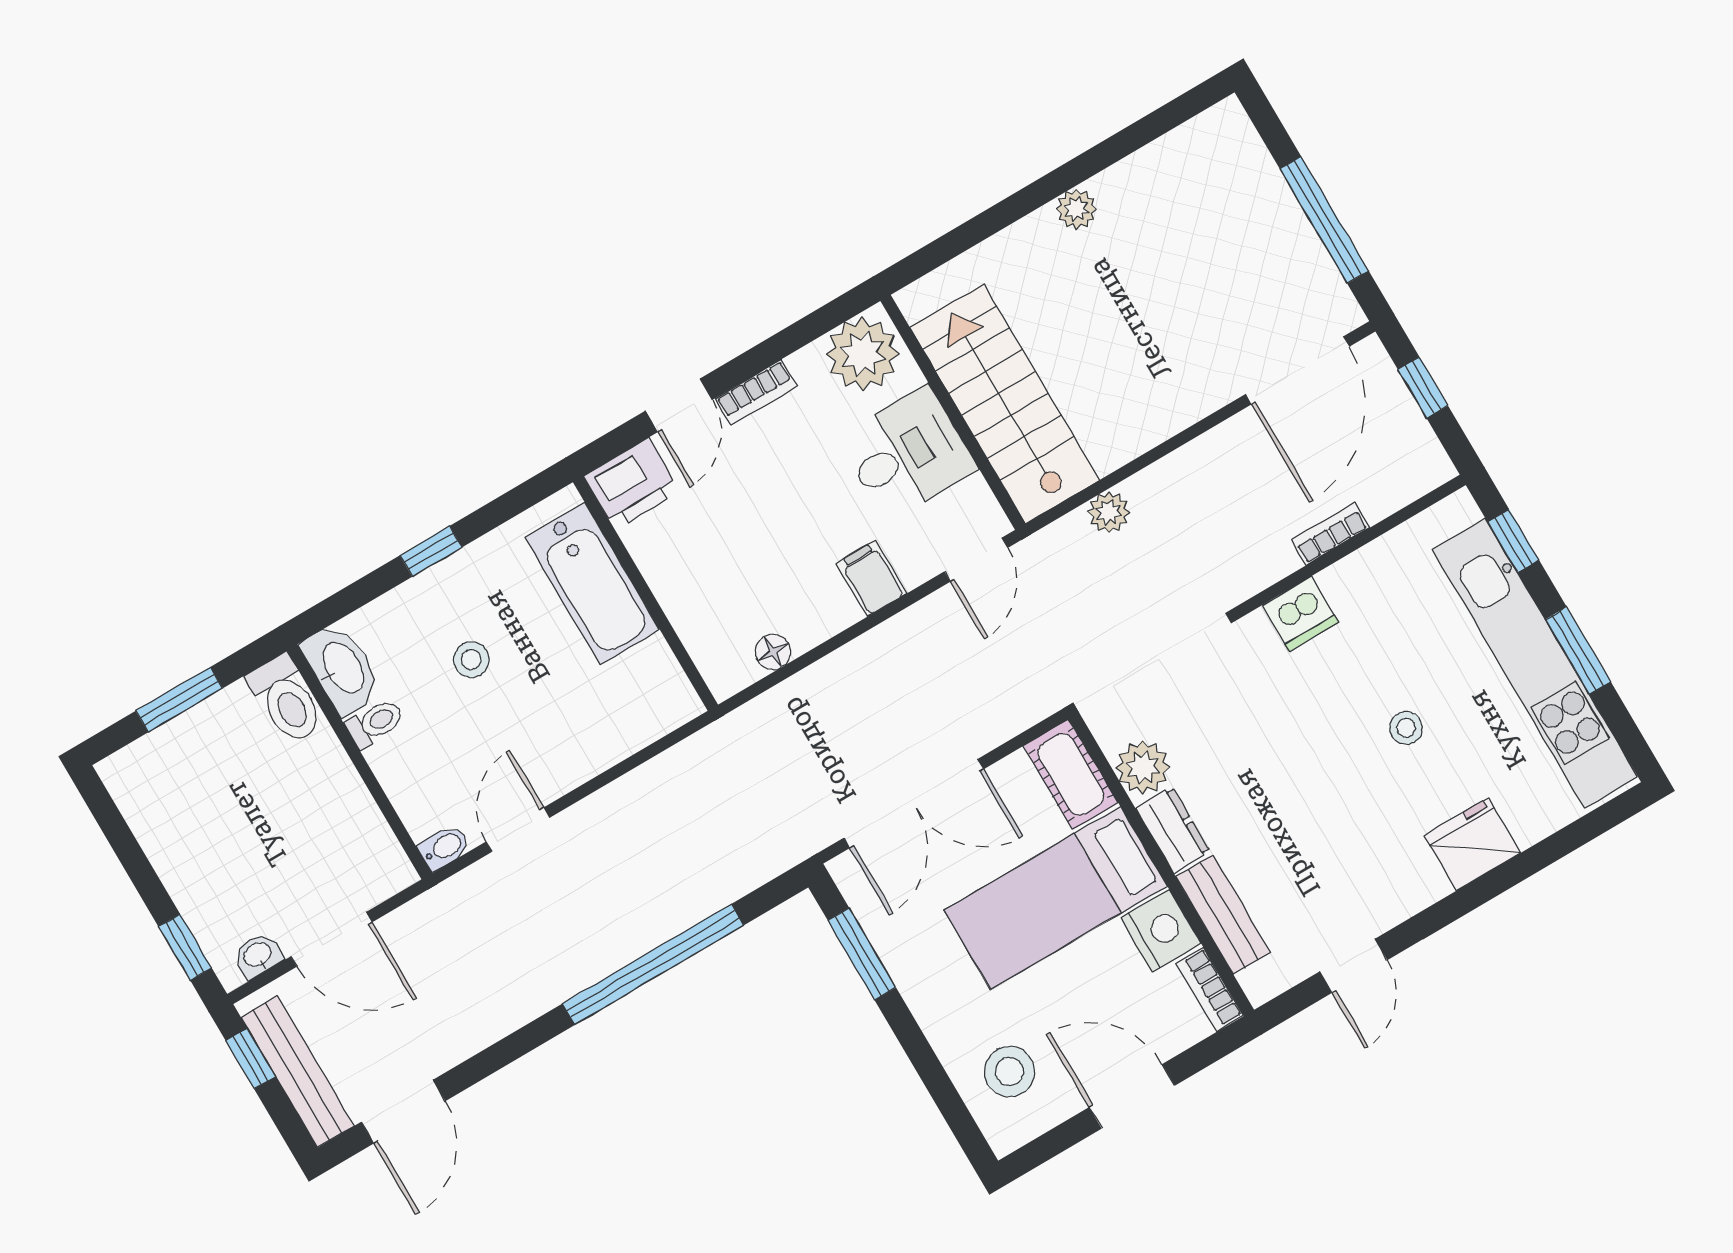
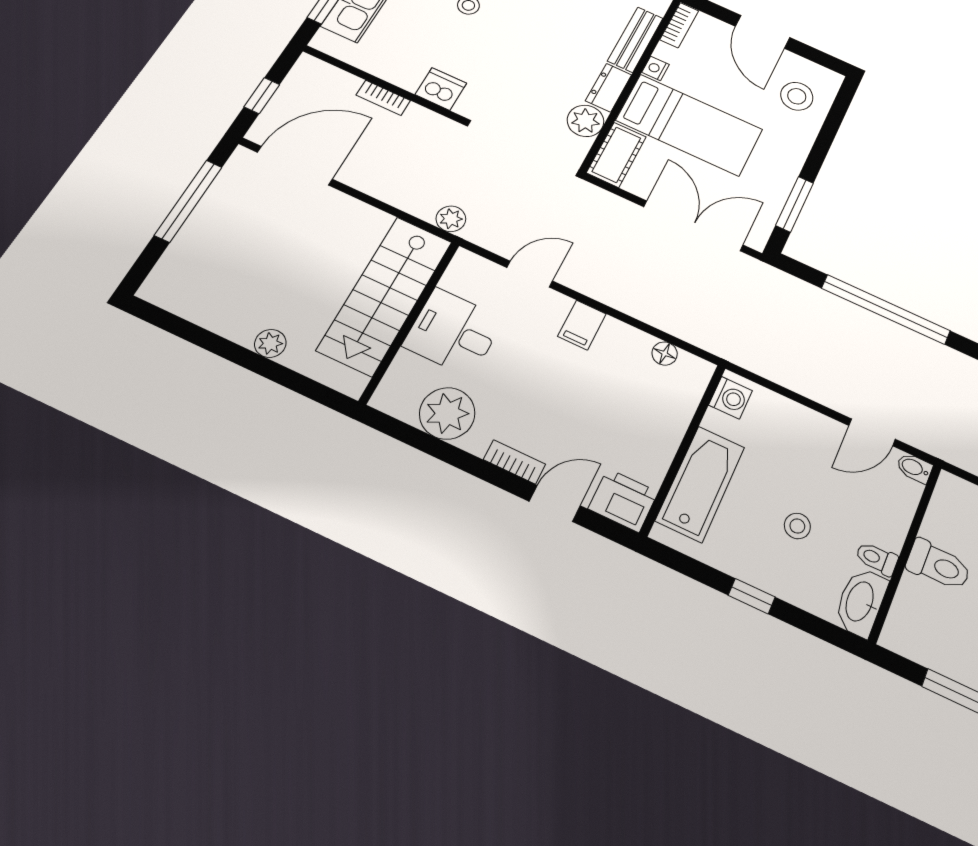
stairs: (1005, 404) -> (385, 295), moved
wall: (953, 412) -> (410, 321), moved
desk: (907, 453) -> (453, 332), moved
washing machine: (669, 691) -> (730, 398), added
toilet: (286, 699) -> (939, 565), moved, turned 90
nightstand: (1161, 931) -> (656, 68), width x0.53, depth x0.56

